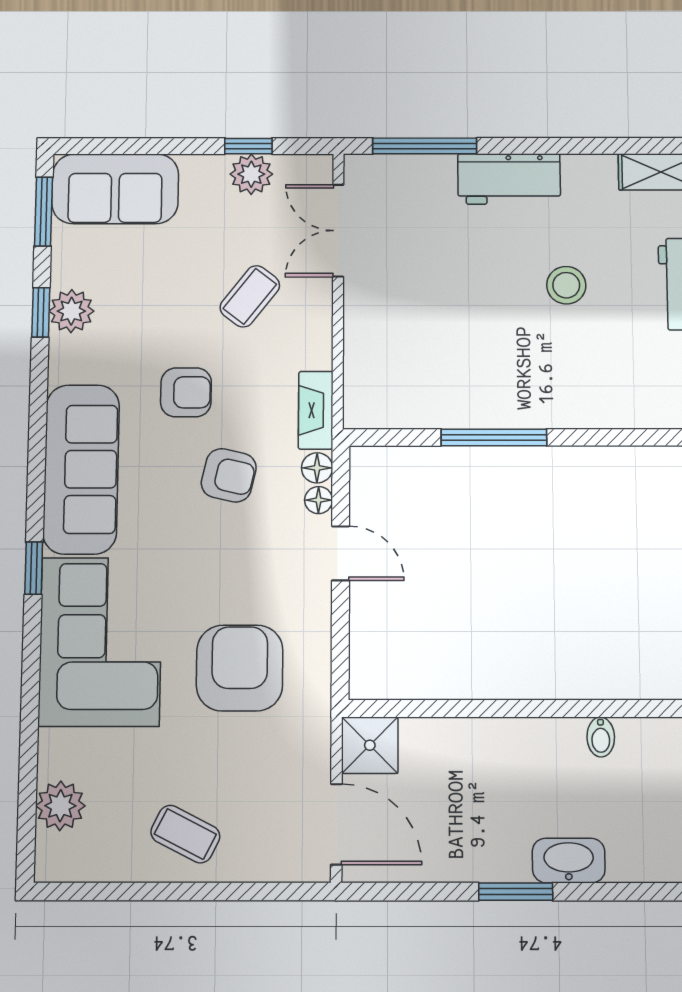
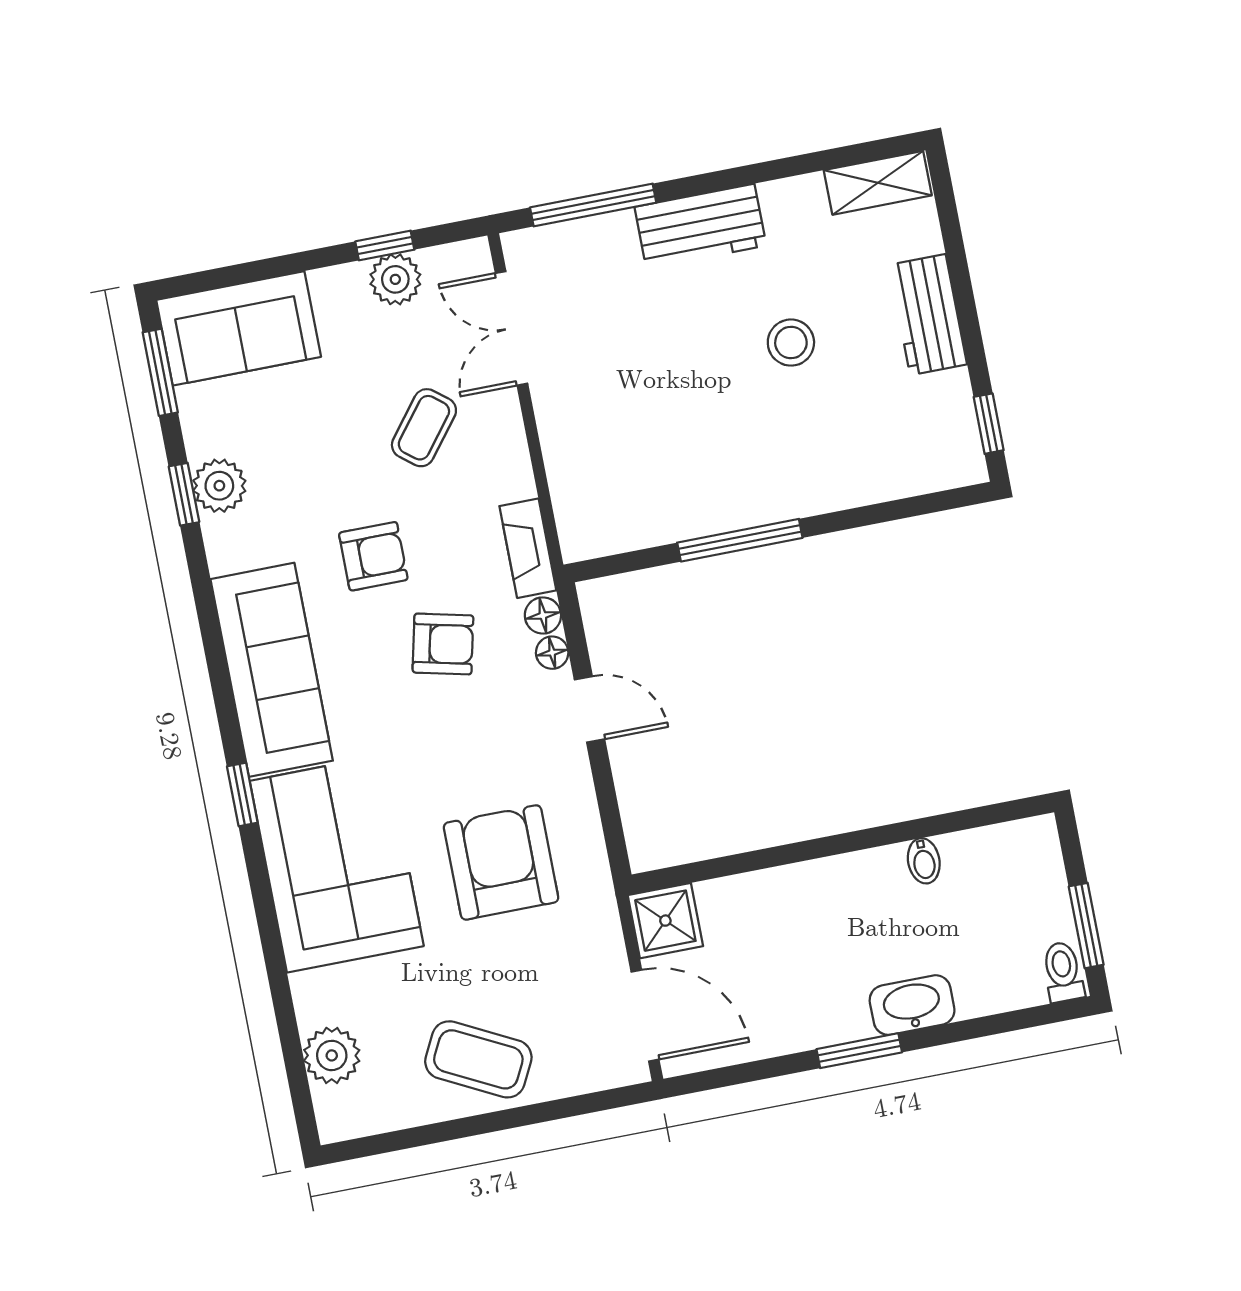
coffee table: (185, 834) -> (478, 1059), width x1.36, depth x1.30

